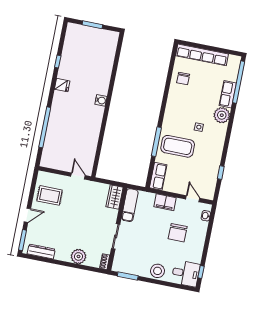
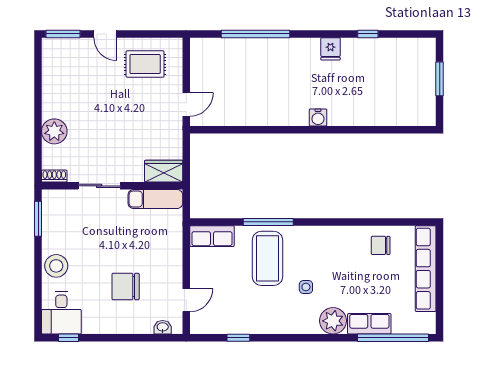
rug: (50, 195) -> (145, 64), turned 90
filing cabinet: (165, 202) -> (171, 256), removed
dresser: (41, 251) -> (50, 68), removed

